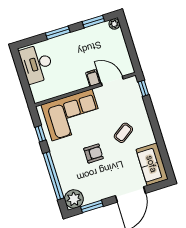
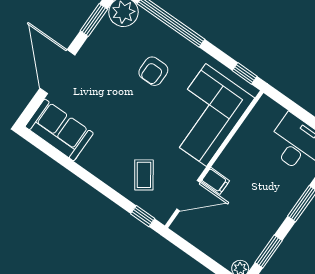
coffee table: (123, 133) -> (144, 175), moved
window: (40, 134) -> (245, 73), moved
armchair: (94, 153) -> (153, 71), moved

